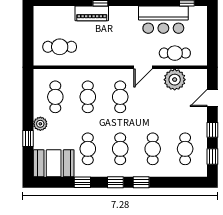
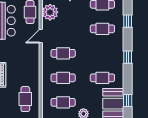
door: (143, 67) -> (41, 36), swing flipped
cafe table: (120, 149) -> (102, 53), removed
window: (82, 182) -> (128, 100), moved
window: (141, 182) -> (128, 21), moved

